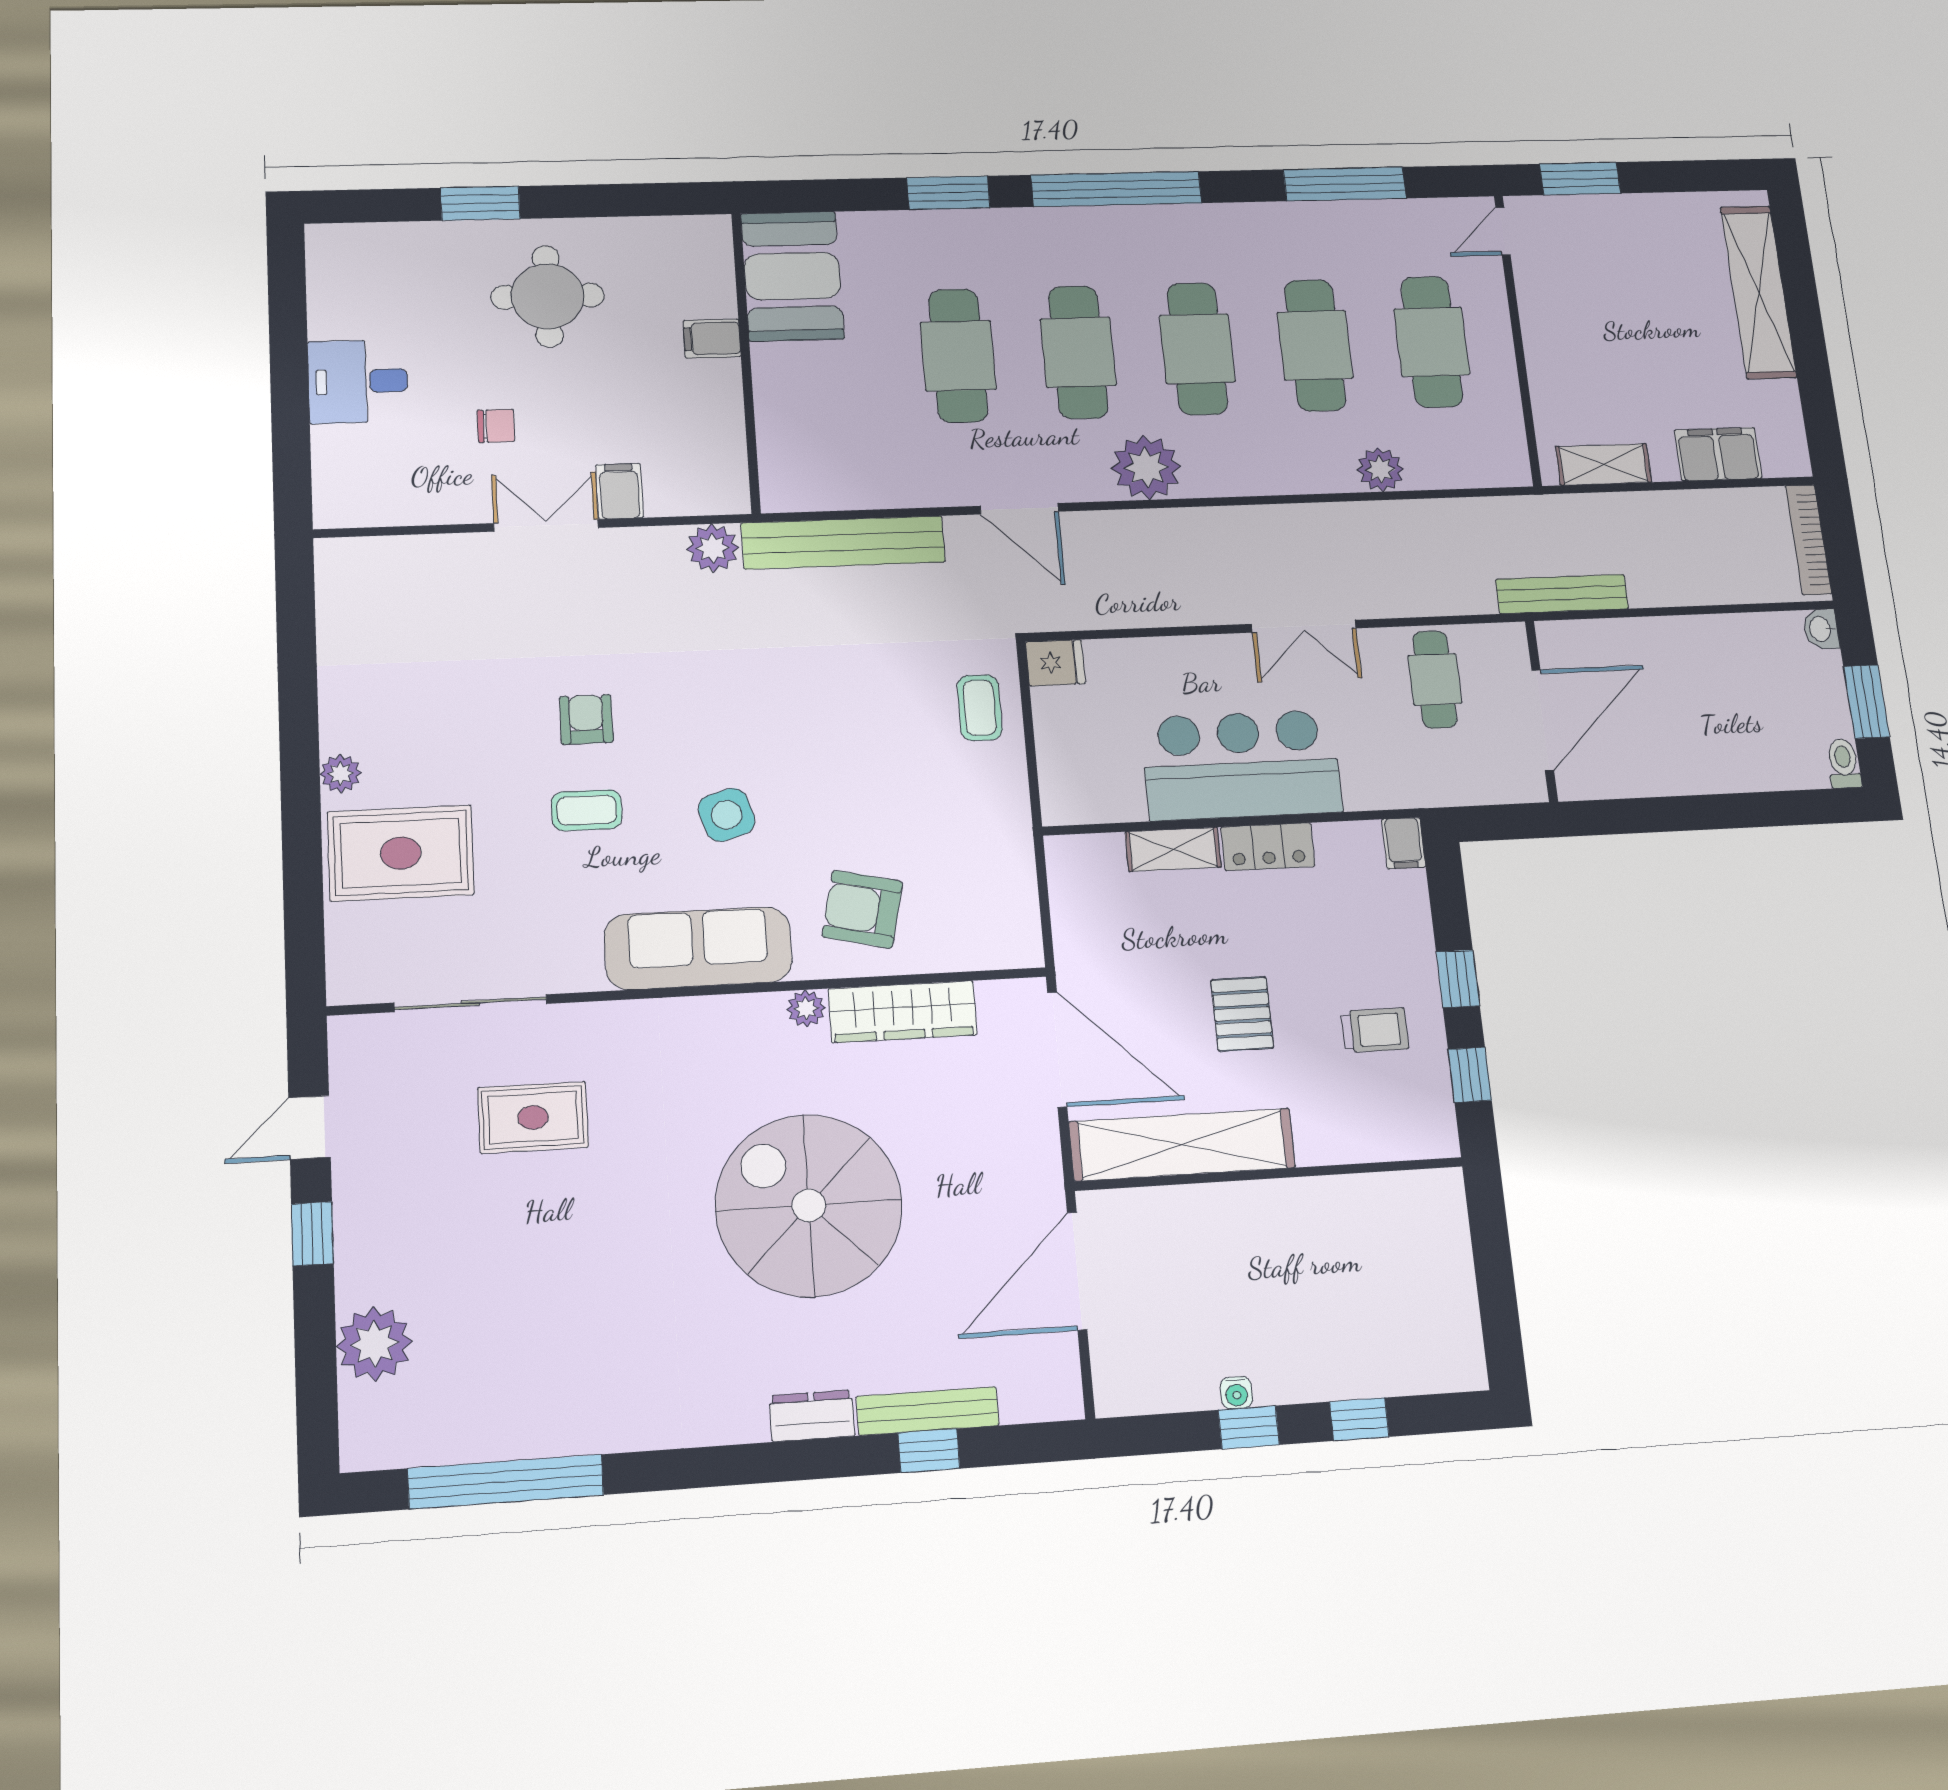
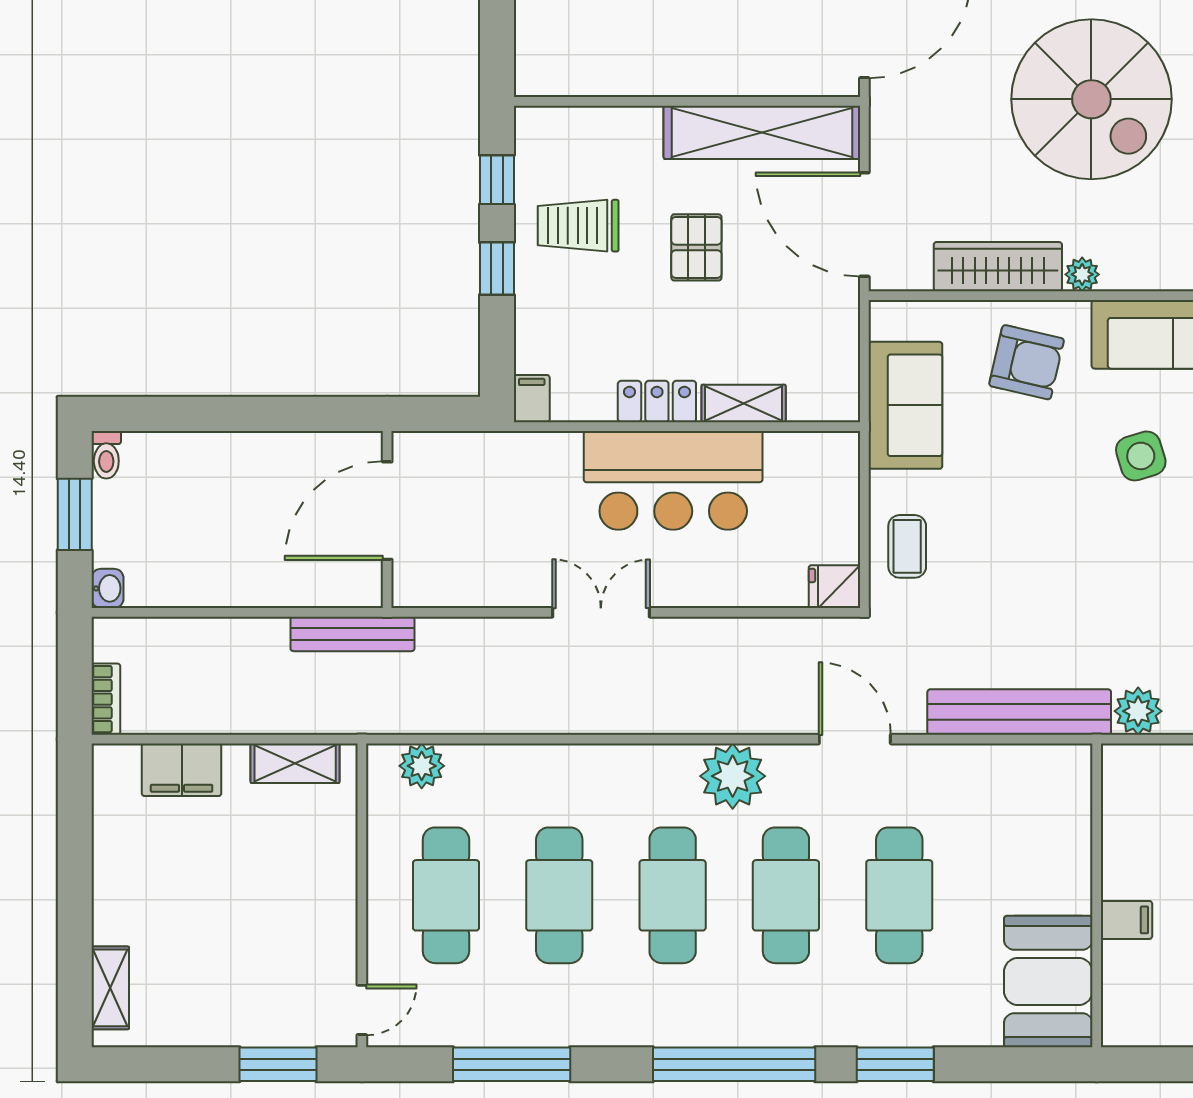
shelving: (1758, 292) -> (110, 988), width x0.45, depth x0.75
plant: (1380, 470) -> (422, 766), moved
bookcase: (1808, 540) -> (106, 699), width x0.64
cafe table: (1435, 679) -> (484, 555), removed
sofa: (994, 856) -> (905, 405), added
trolley: (1375, 1030) -> (578, 226), width x1.36, depth x1.39

